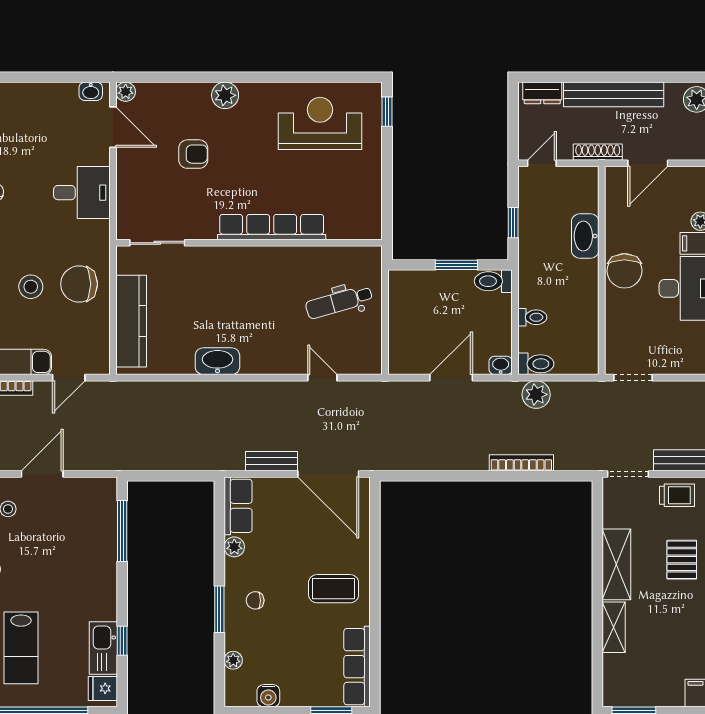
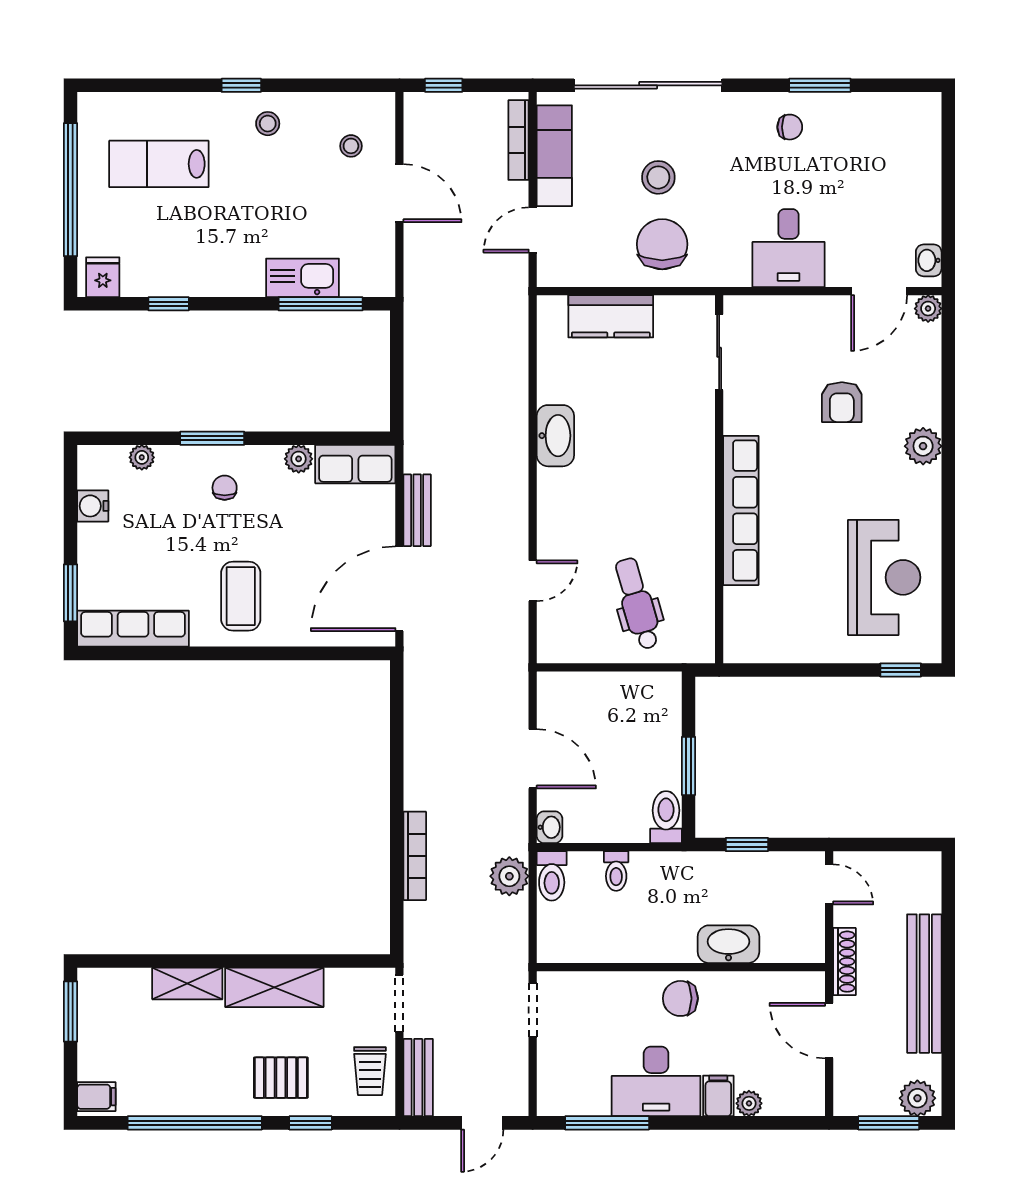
dresser: (542, 93) -> (926, 885), removed
chair: (624, 271) -> (680, 998), width x0.73, depth x0.73
kitchen counter: (131, 321) -> (611, 316), width x0.67
door: (69, 378) -> (533, 230), hinge flipped
kitchen sink: (103, 648) -> (302, 278), moved

